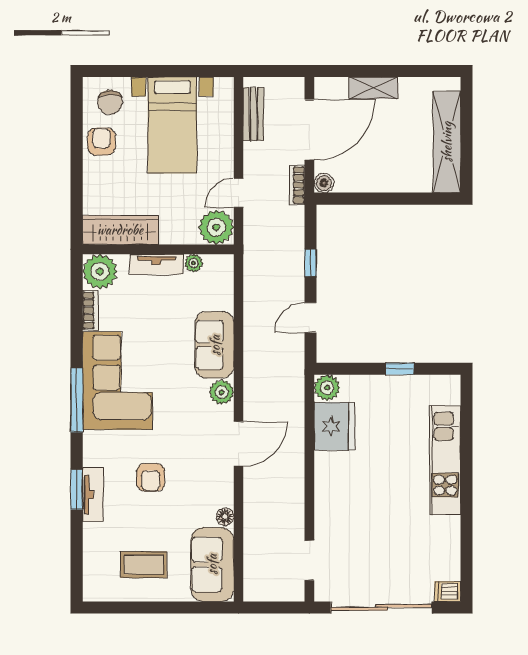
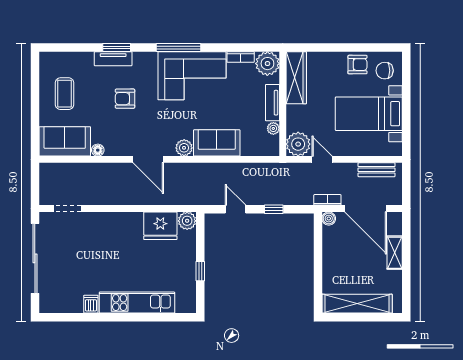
dishwasher: (447, 591) -> (91, 304), moved

